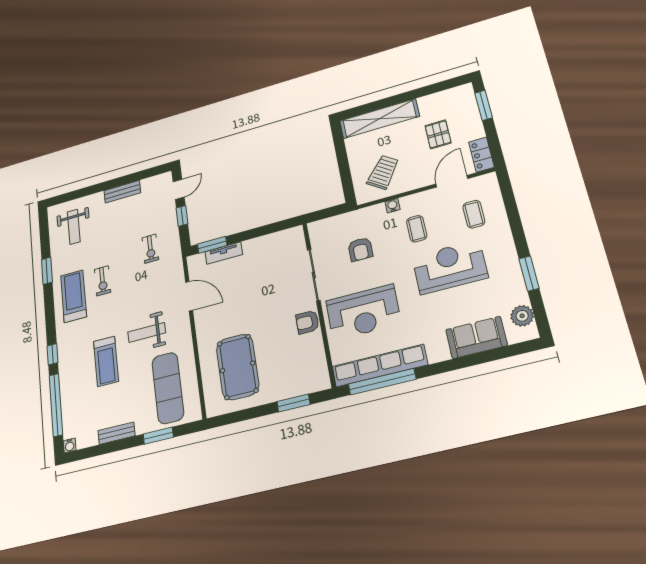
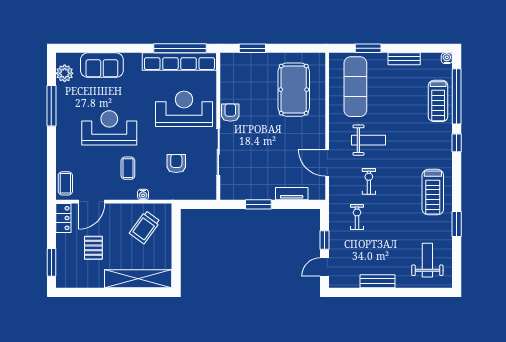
coffee table: (474, 214) -> (65, 183), moved
window: (212, 245) -> (258, 204), moved
reception desk: (450, 267) -> (109, 128), turned 180
window: (529, 273) -> (51, 106), width x1.44
exercise bike: (103, 281) -> (369, 181), moved
armchair: (307, 322) -> (230, 113), turned -90
treadmill: (106, 361) -> (438, 101), moved, turned 180

